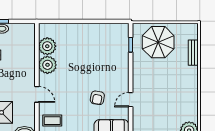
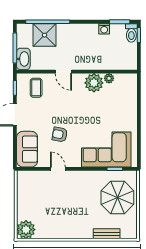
plant: (47, 46) -> (109, 78), width x0.53, depth x0.53
corner sofa: (112, 53) -> (106, 150), added
door: (37, 94) -> (63, 72), hinge flipped

